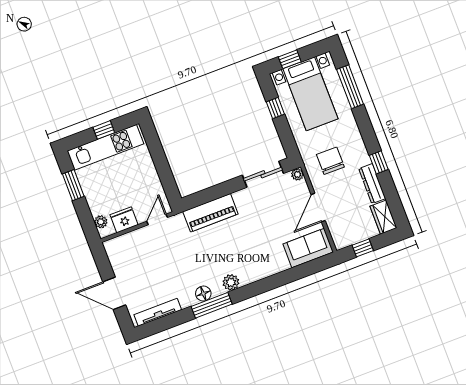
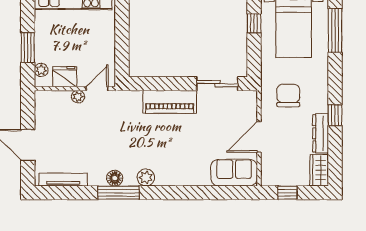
plant: (297, 174) -> (78, 97), moved
window: (73, 185) -> (28, 48), moved
piano: (210, 213) -> (170, 102), moved

